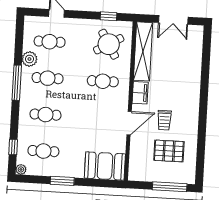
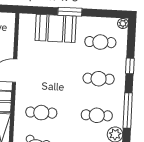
window: (13, 147) -> (130, 66), moved
booth: (105, 166) -> (56, 28), moved
window: (62, 181) -> (70, 12), moved

